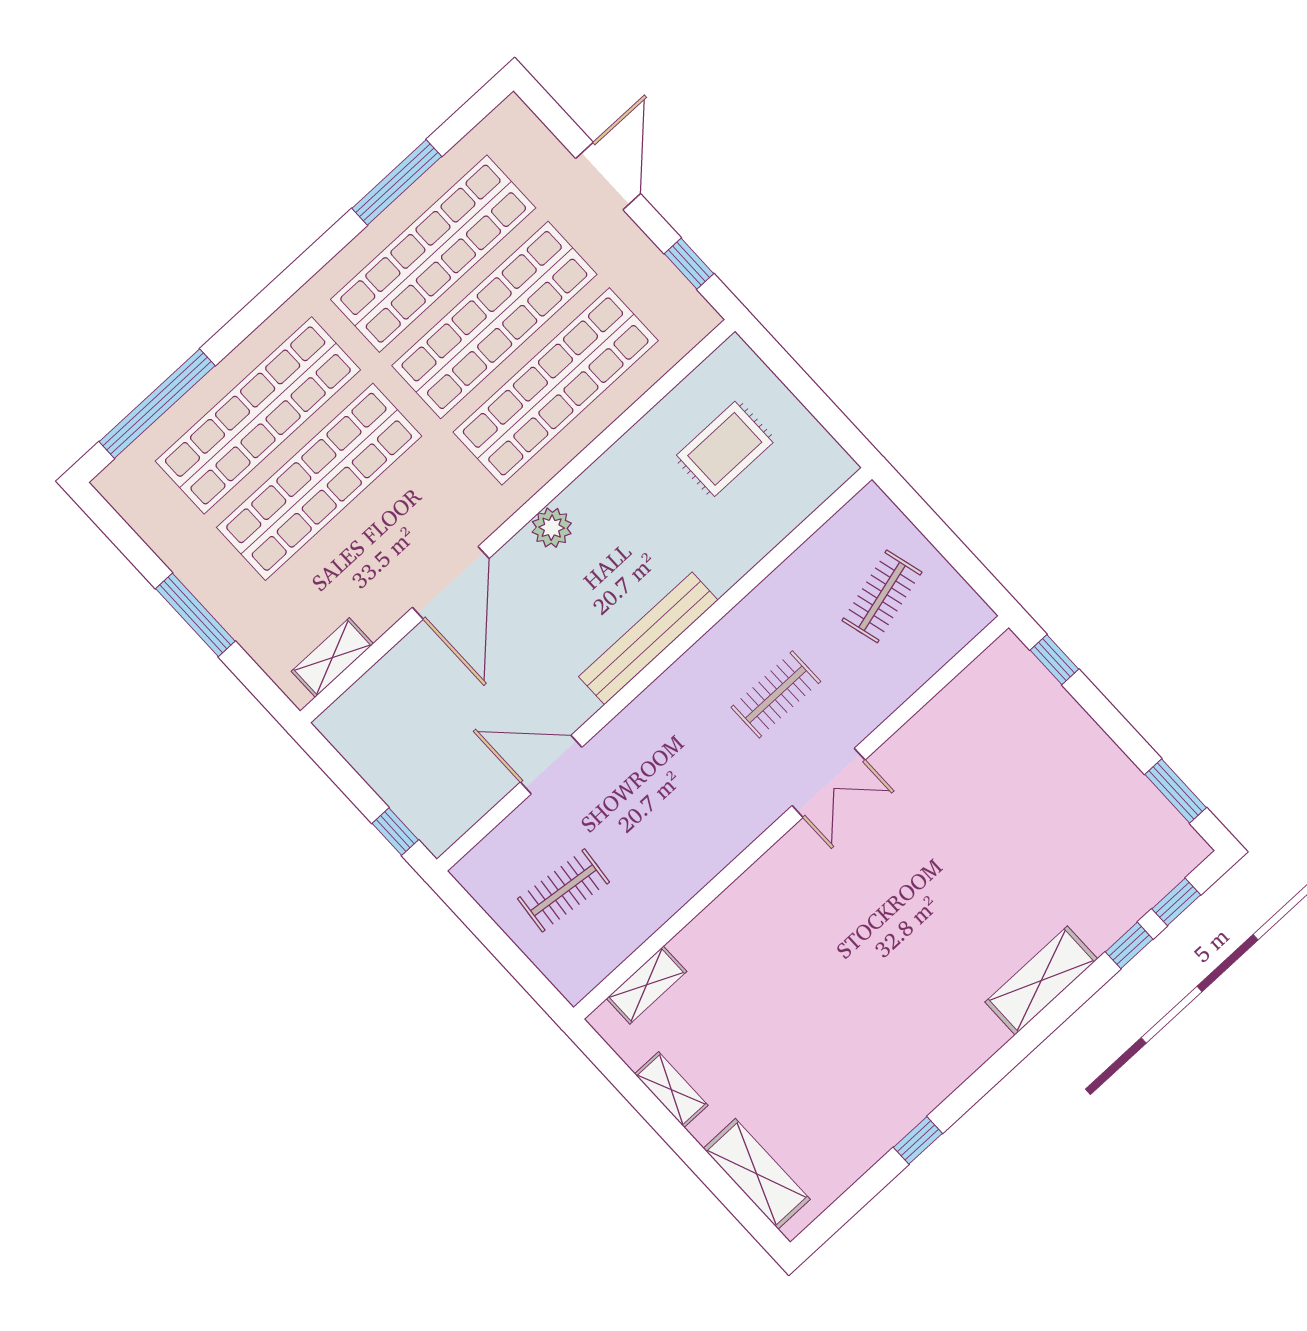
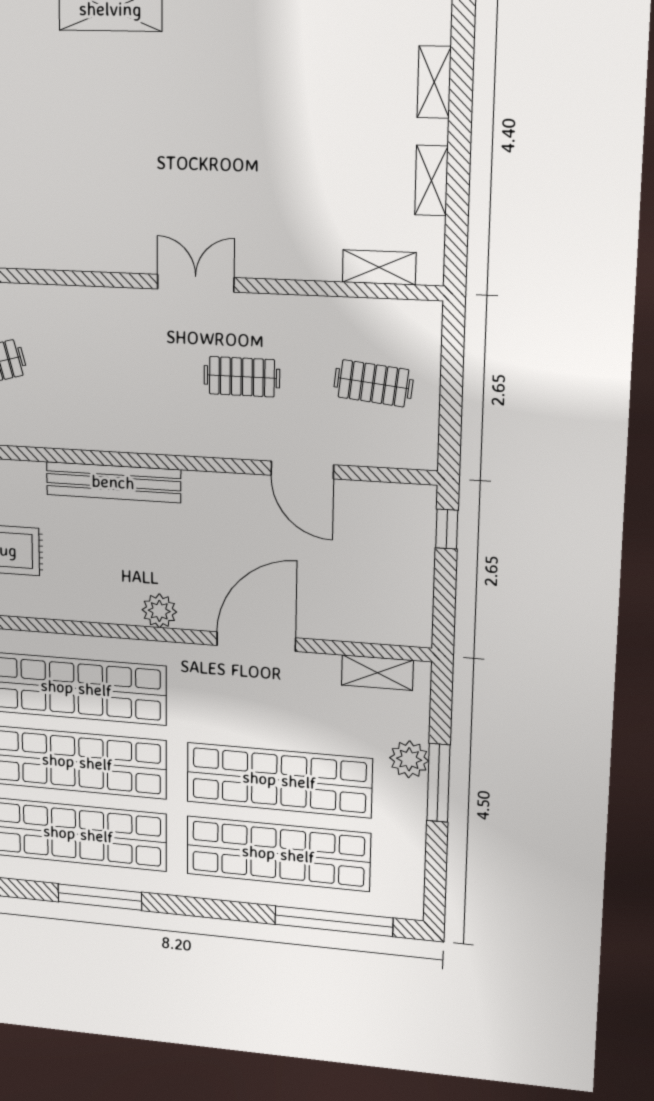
window: (397, 182) -> (100, 897), moved
plant: (237, 610) -> (409, 759), added
bench: (648, 638) -> (113, 482), moved
clothes rail: (776, 694) -> (242, 377), moved
double door: (829, 783) -> (196, 283), moved
shelving: (757, 1174) -> (434, 82), width x0.67, depth x0.75

